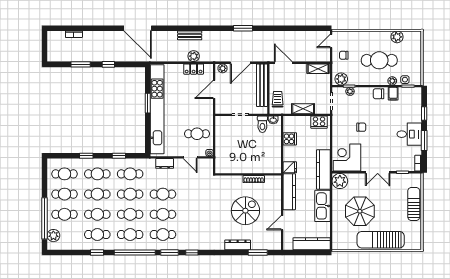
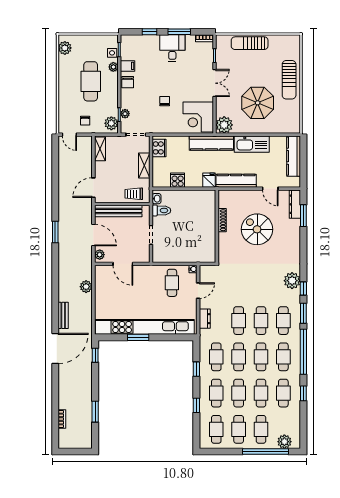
bench: (190, 35) -> (63, 315), moved
plant: (397, 37) -> (65, 48), moved
window: (108, 64) -> (95, 355), moved
locker: (194, 69) -> (100, 287), removed
sun lounger: (381, 240) -> (289, 80), width x0.73, depth x0.75
plant: (199, 242) -> (292, 281), added
dresser: (238, 245) -> (295, 204), moved

